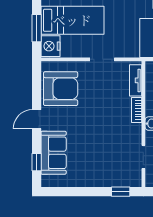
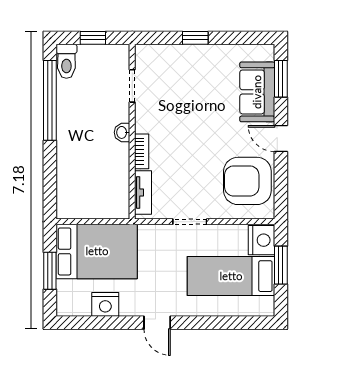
door: (37, 119) -> (281, 139), swing flipped
window: (37, 162) -> (281, 79), width x1.50
window: (121, 192) -> (195, 38), moved

